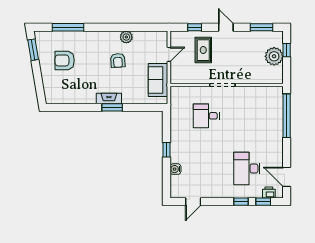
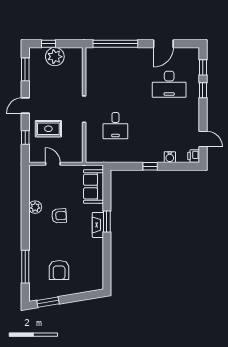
sofa: (158, 80) -> (93, 187), moved, turned 90
door: (287, 177) -> (163, 44), moved
printer: (269, 192) -> (194, 156), moved

